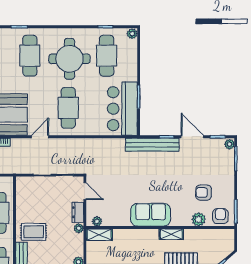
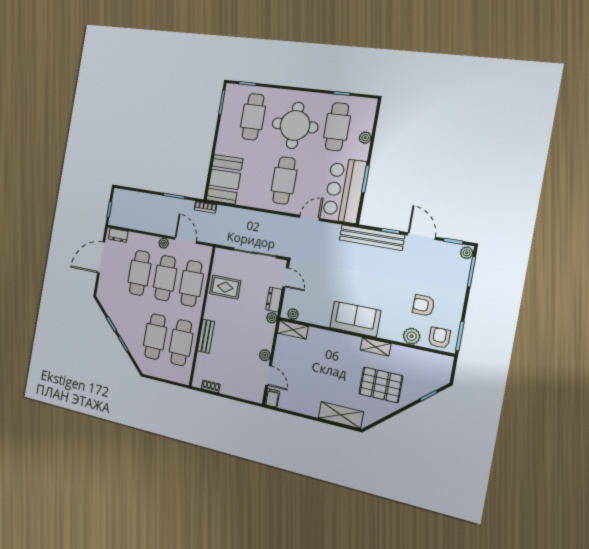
plant: (132, 34) -> (365, 138), moved
door: (40, 137) -> (310, 218), moved
rug: (34, 232) -> (225, 287), moved

